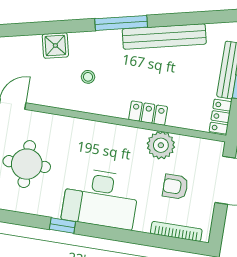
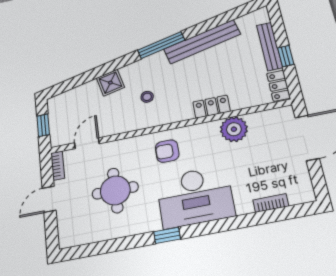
armchair: (175, 187) -> (167, 151), moved
bookcase: (176, 231) -> (271, 203), width x0.64

